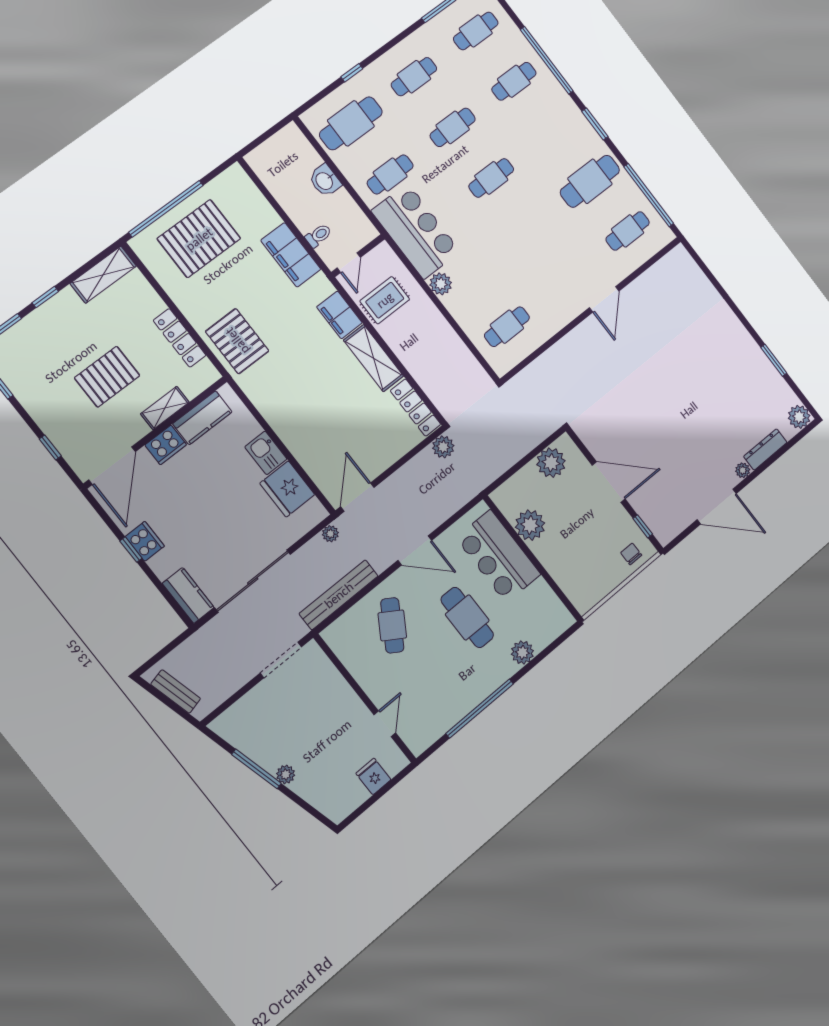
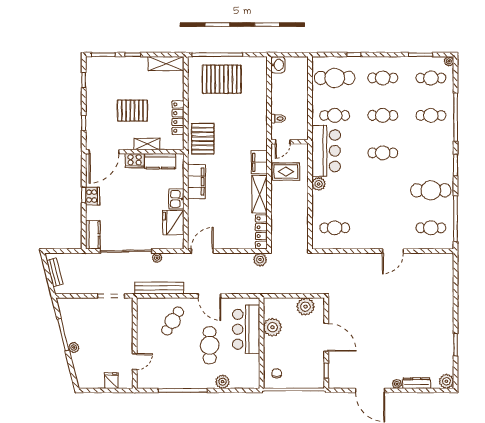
washbasin: (325, 181) -> (278, 65), moved, turned 180
filing cabinet: (291, 255) -> (196, 182), moved, turned 180
plant: (330, 534) -> (157, 258), moved
chair: (631, 554) -> (277, 373), moved

